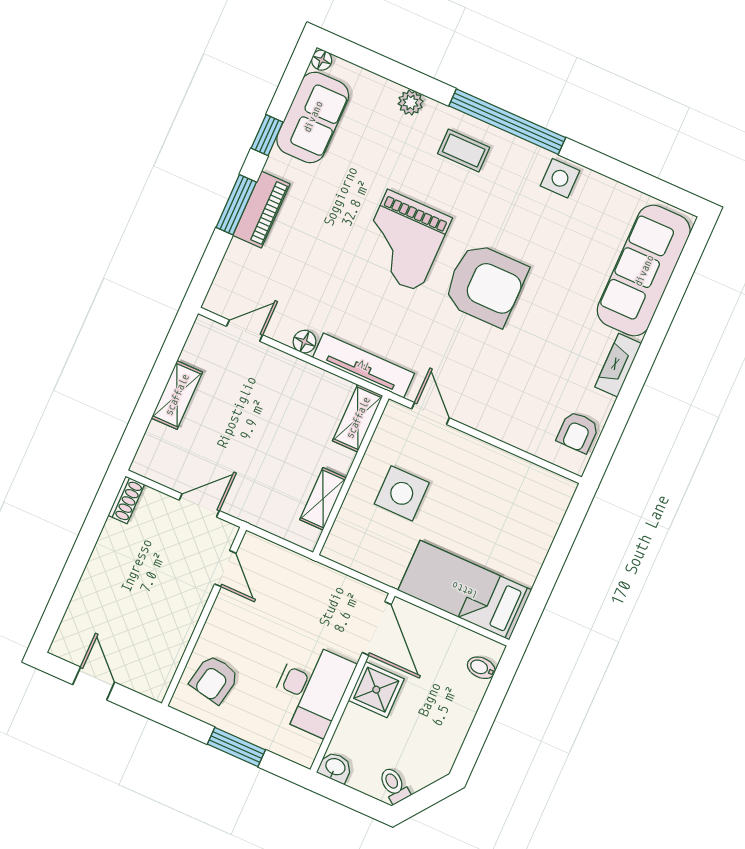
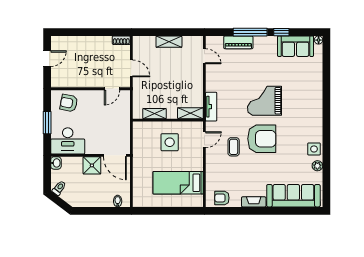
plant: (411, 103) -> (317, 166), moved
window: (507, 122) -> (326, 120), removed
coffee table: (464, 151) -> (234, 147), moved
window: (236, 205) -> (250, 32), width x1.44
piano: (261, 210) -> (238, 42), moved
armchair: (485, 284) -> (262, 139), turned -90
floor lamp: (304, 342) -> (210, 81), removed
tv unit: (364, 365) -> (211, 107), width x0.71
bed: (465, 590) -> (178, 183), moved, turned -90
door: (377, 628) -> (115, 155), hinge flipped
desk: (311, 689) -> (68, 141), moved

